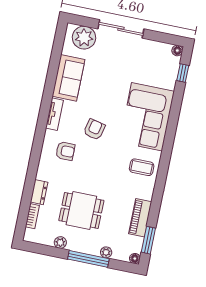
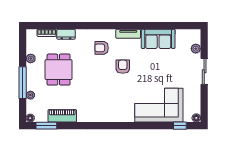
sliding door: (121, 29) -> (204, 71), width x0.73
plant: (84, 38) -> (196, 49), width x0.53, depth x0.53
corner sofa: (147, 117) -> (159, 105), moved
armchair: (94, 129) -> (123, 67), turned -103
armchair: (65, 151) -> (102, 48), turned 90
coffee table: (142, 167) -> (101, 109), removed

